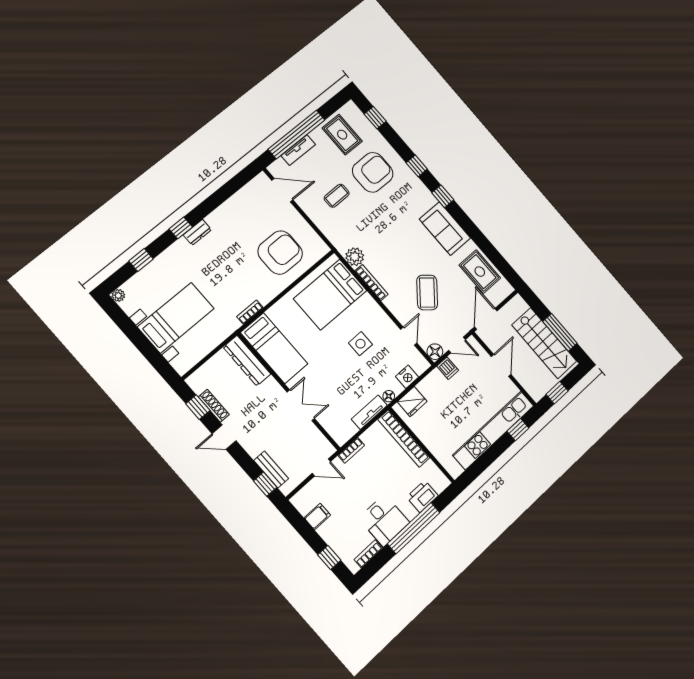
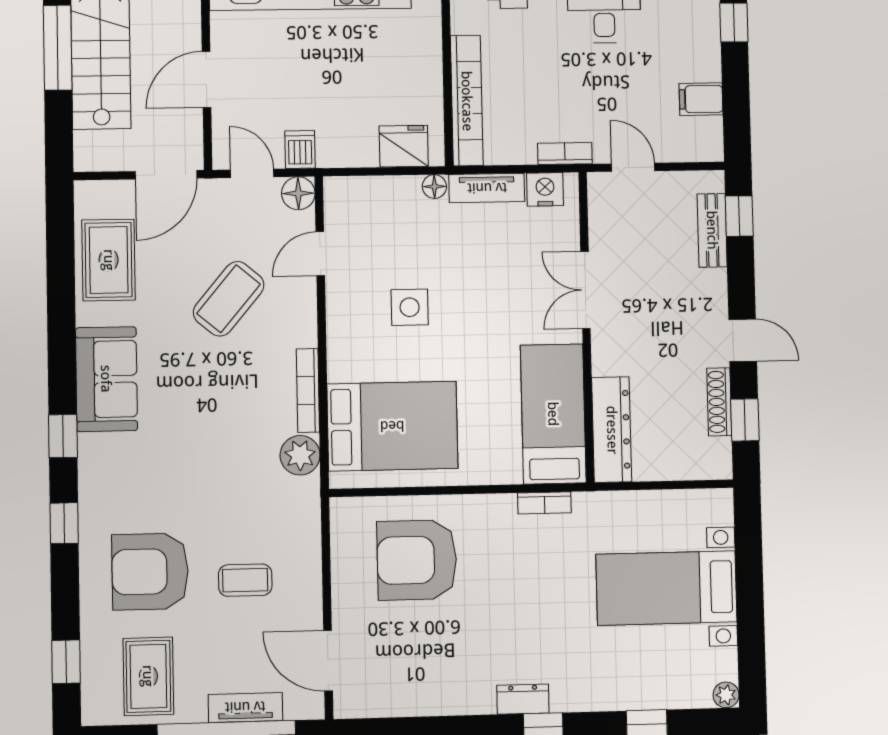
nightstand: (407, 377) -> (545, 189), moved

